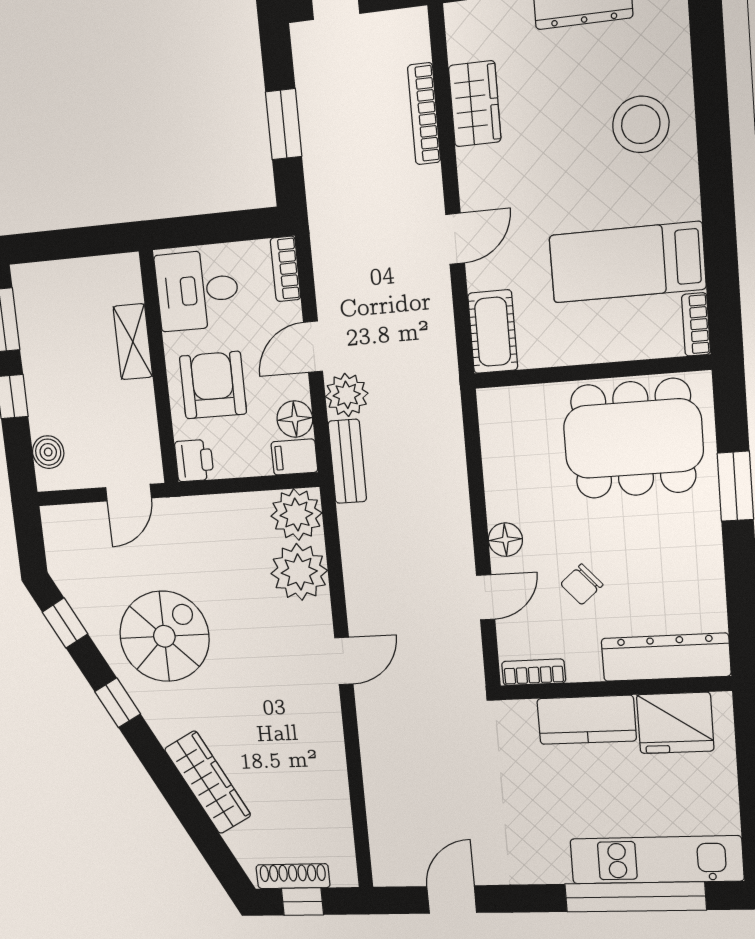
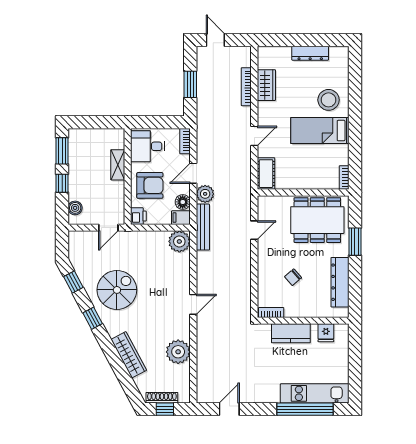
bed: (627, 262) -> (320, 131), moved
armchair: (213, 385) -> (150, 185), turned 90
bench: (347, 461) -> (203, 227), width x1.36
floor lamp: (505, 540) -> (264, 257), removed
plant: (299, 572) -> (178, 352), moved
door: (486, 597) -> (254, 230), moved
dresser: (666, 657) -> (340, 282), moved, turned -90
fridge: (675, 723) -> (326, 333), width x0.53, depth x0.75

